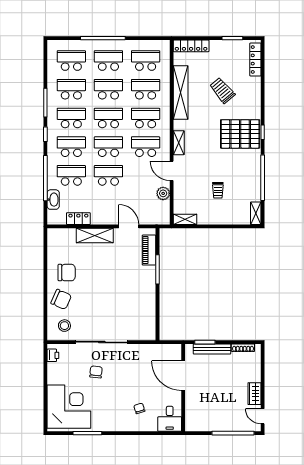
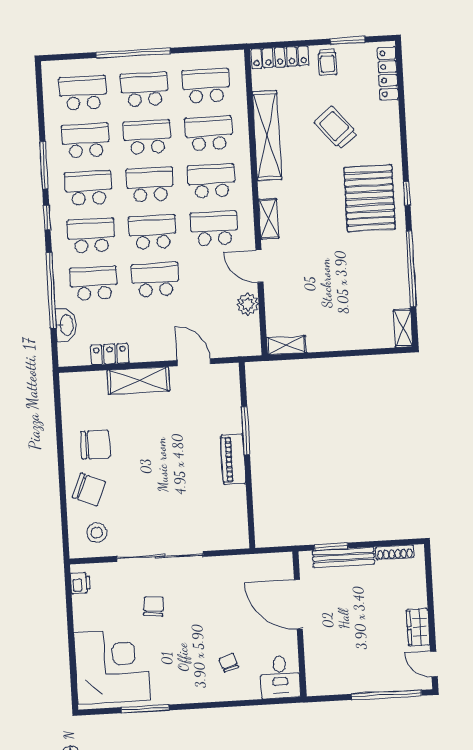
pallet: (240, 134) -> (370, 198), turned 90
trolley: (218, 190) -> (327, 62), moved
piano: (149, 250) -> (233, 459), moved

